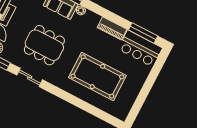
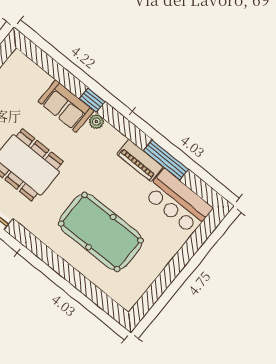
window: (143, 33) -> (166, 160), moved

